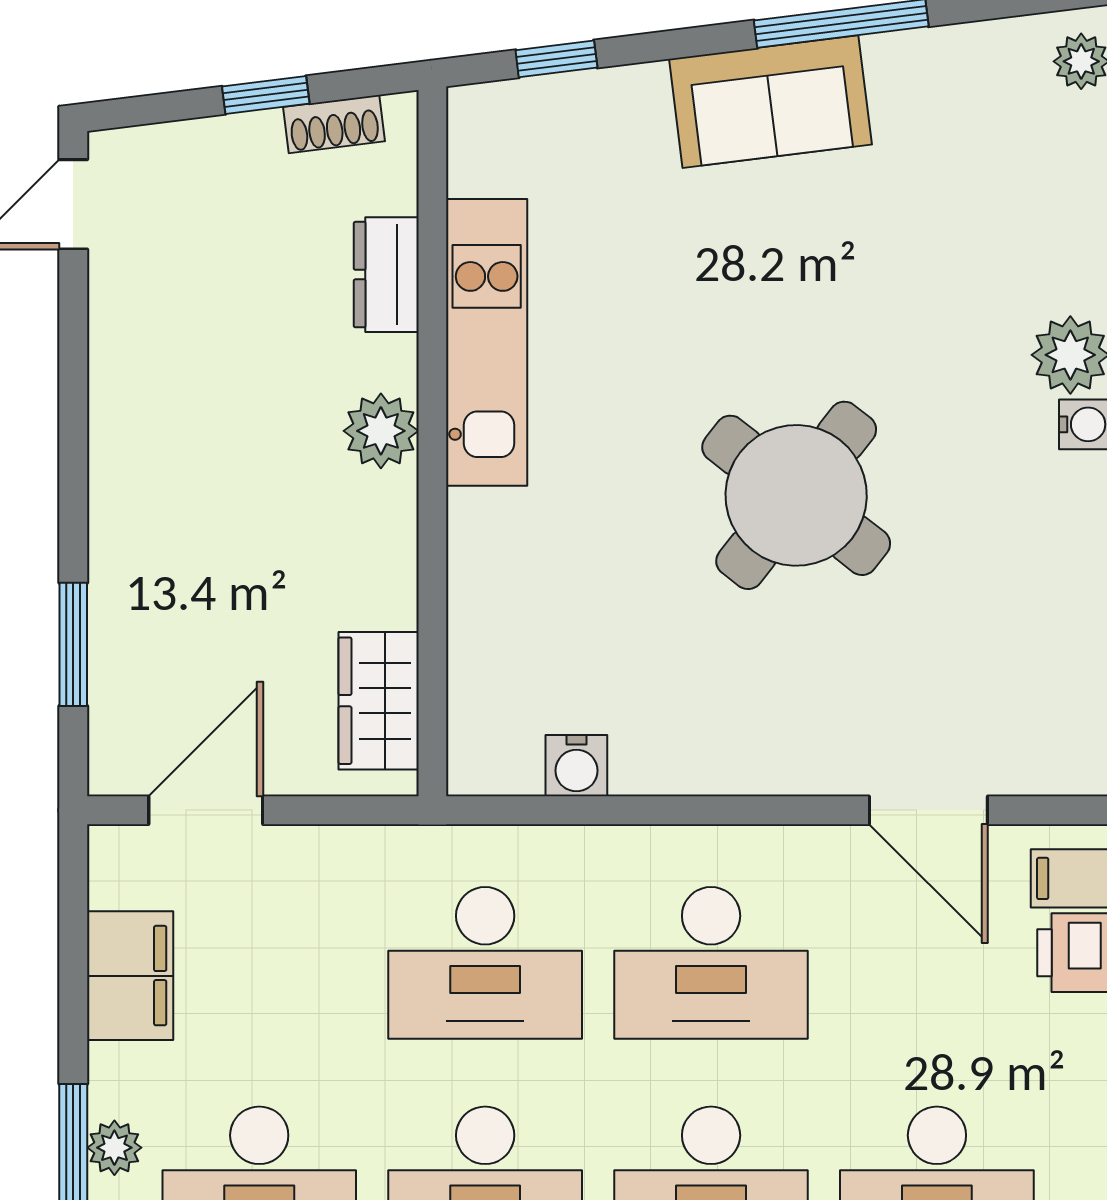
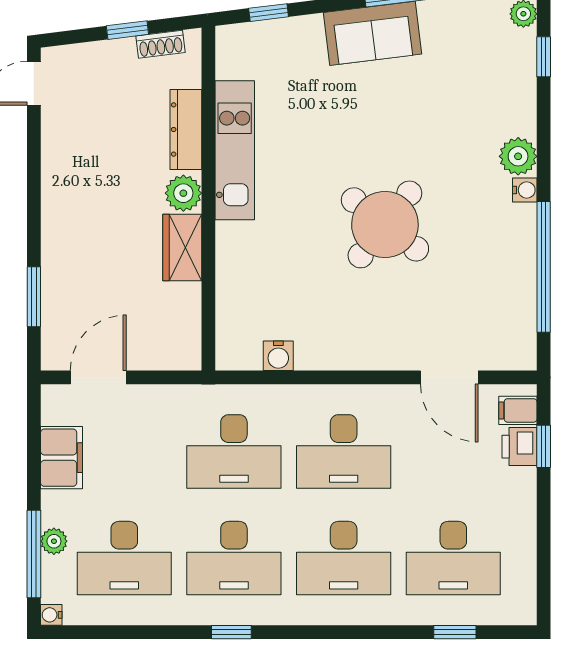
dresser: (386, 275) -> (186, 129), width x1.44
wardrobe: (379, 701) -> (182, 248), moved

